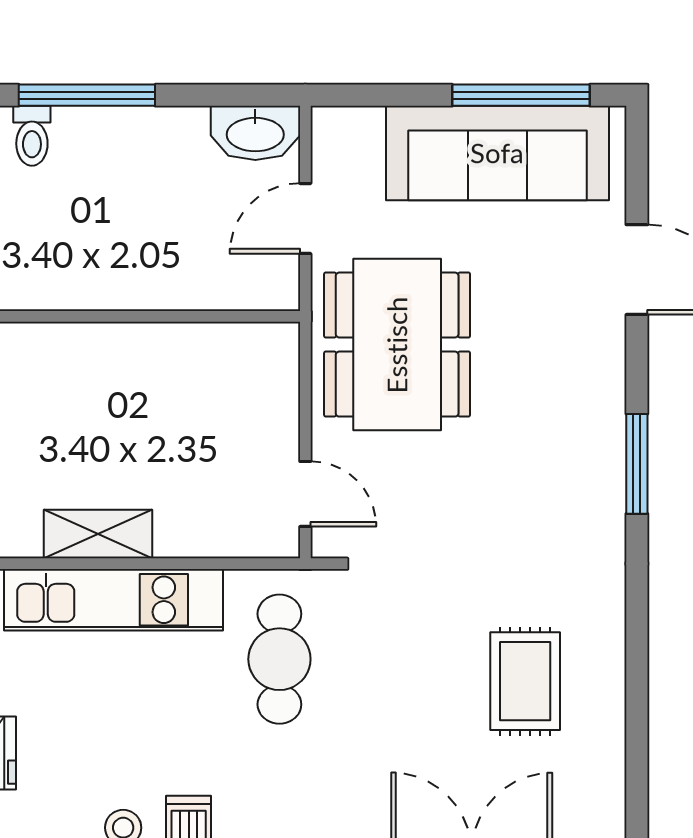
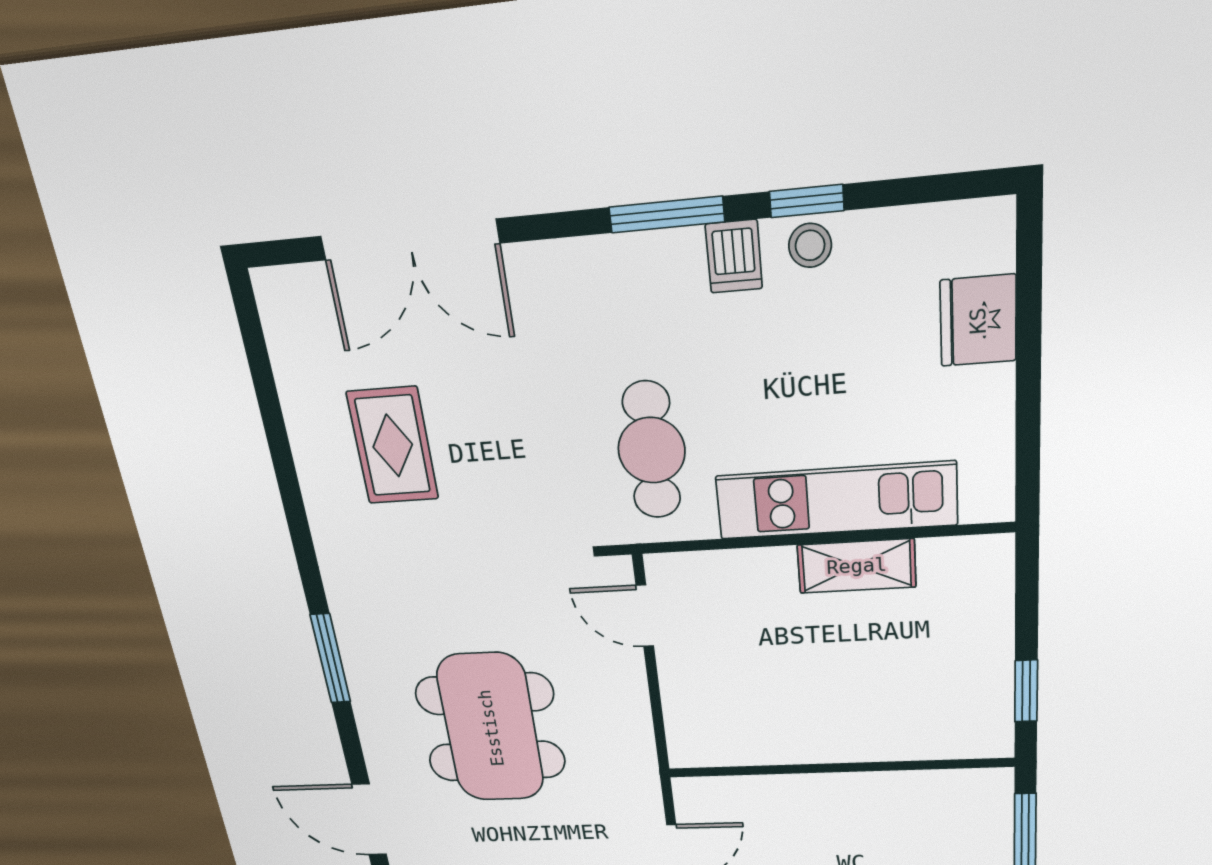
dining table: (397, 345) -> (491, 728), moved

